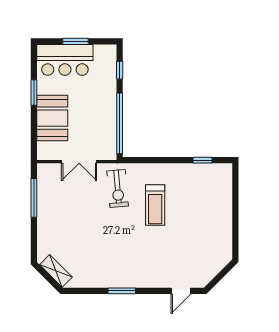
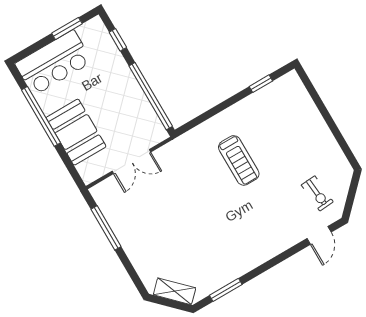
window: (76, 41) -> (67, 28), moved
window: (34, 93) -> (41, 116), width x2.11
exercise bike: (118, 189) -> (317, 193), moved, width x0.73, depth x0.72
window: (122, 291) -> (226, 290), moved

